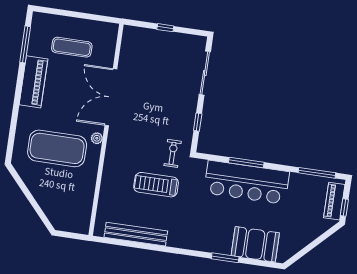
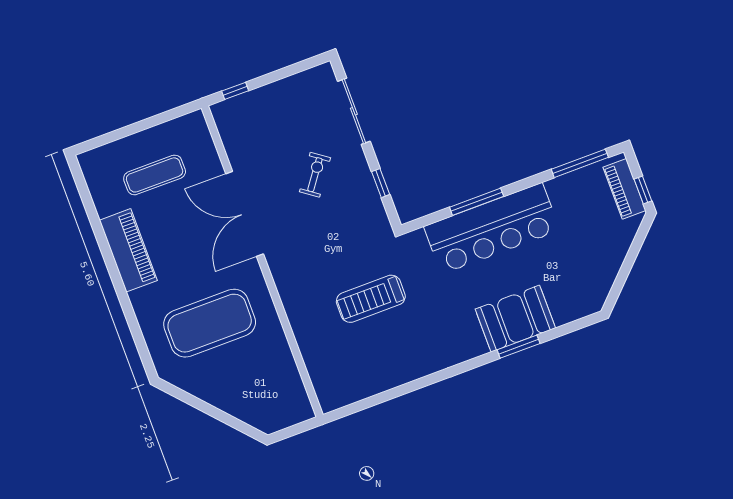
window: (165, 28) -> (235, 91), moved
window: (25, 44) -> (89, 206), removed
plant: (97, 138) -> (256, 280), removed
exercise bike: (173, 153) -> (315, 175), moved, turned 36
bench: (136, 234) -> (380, 381), removed
booth: (255, 244) -> (515, 319), moved

